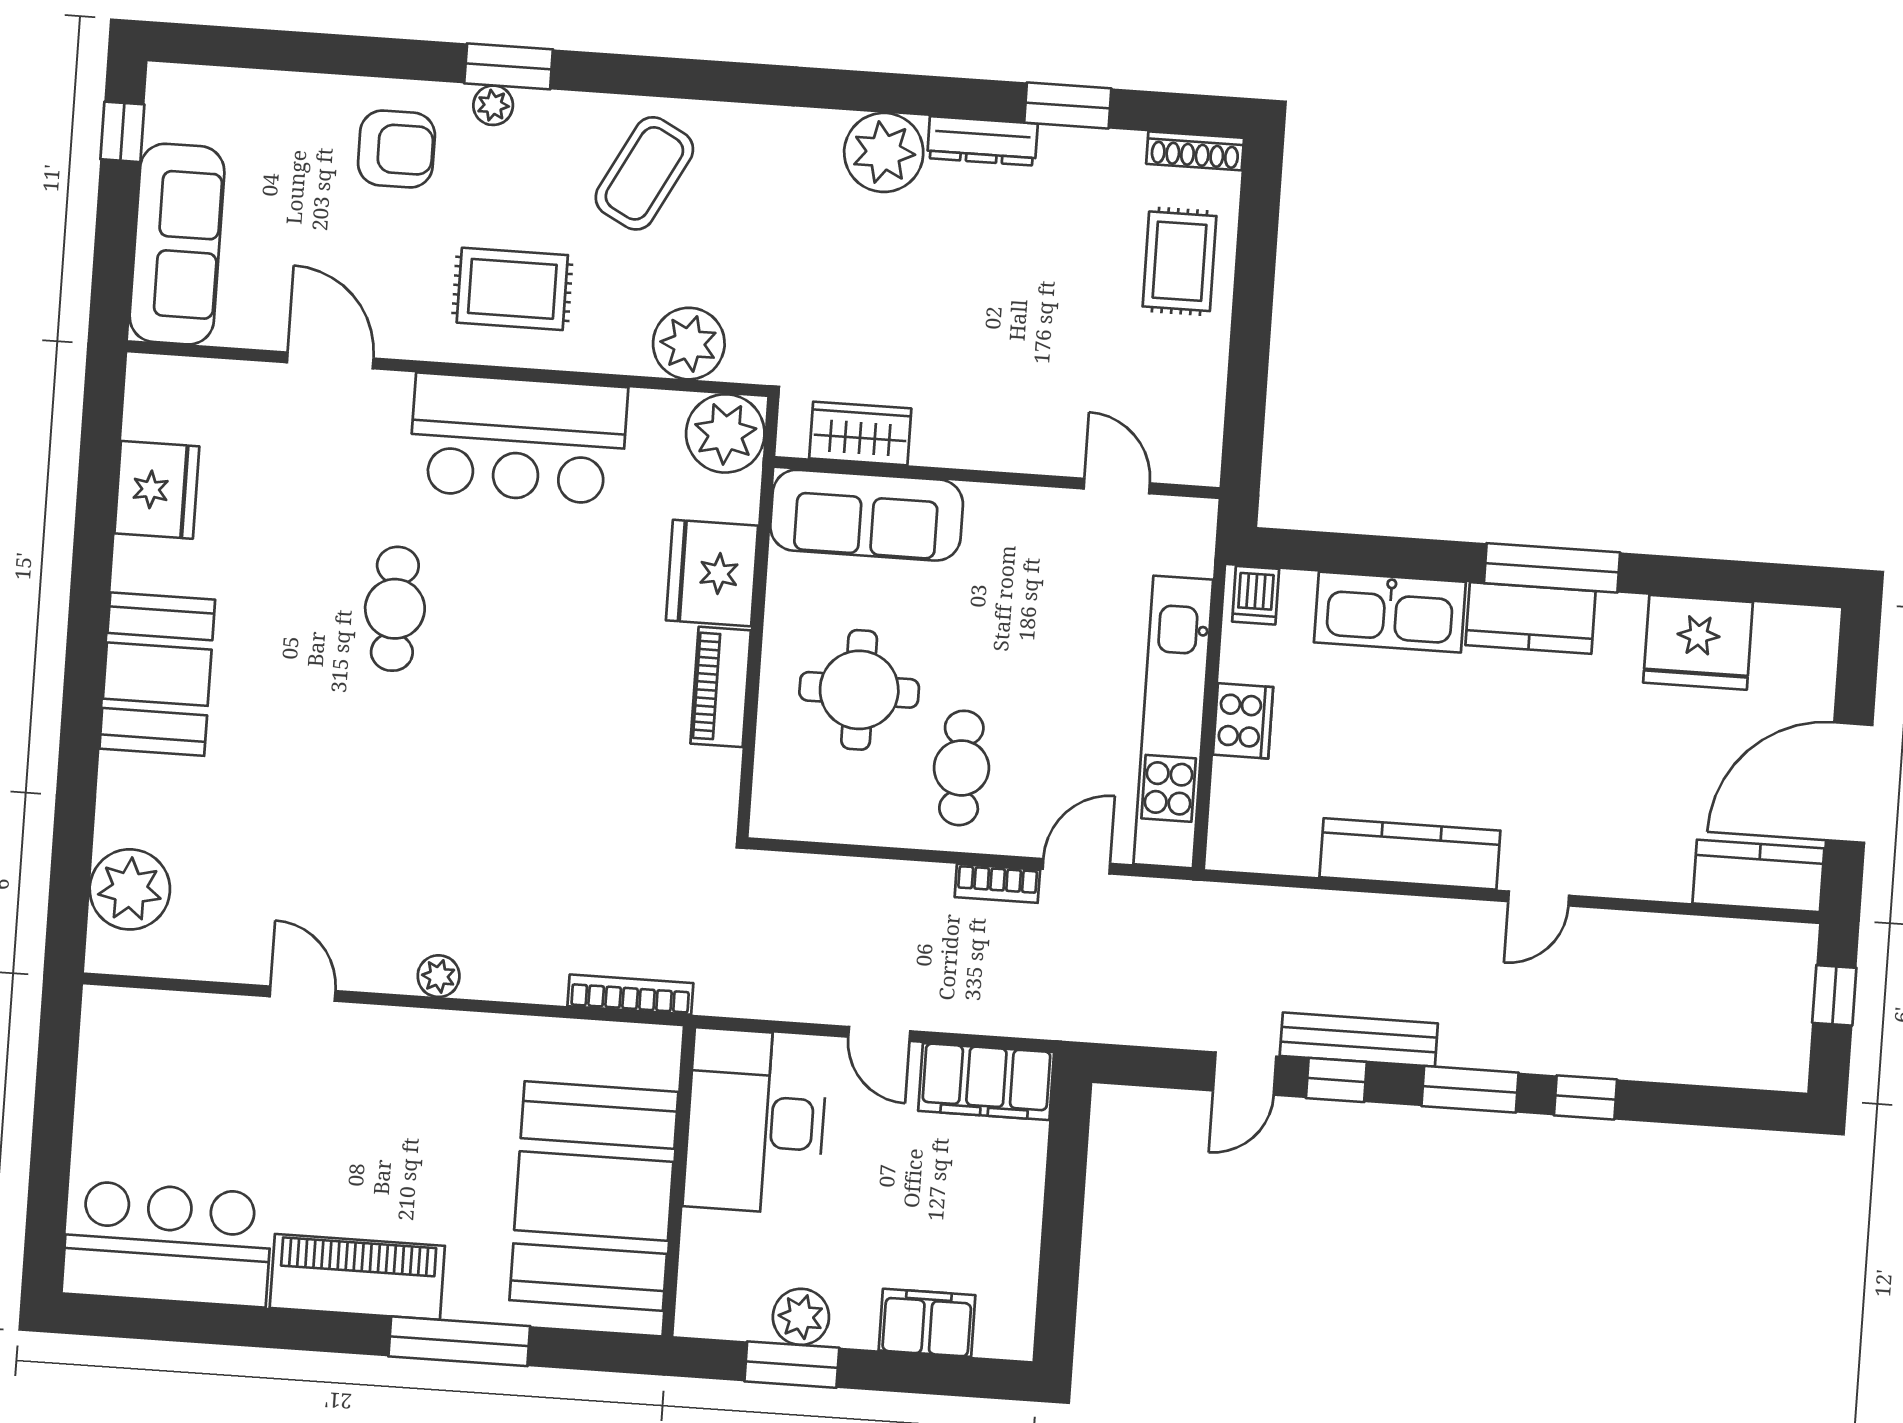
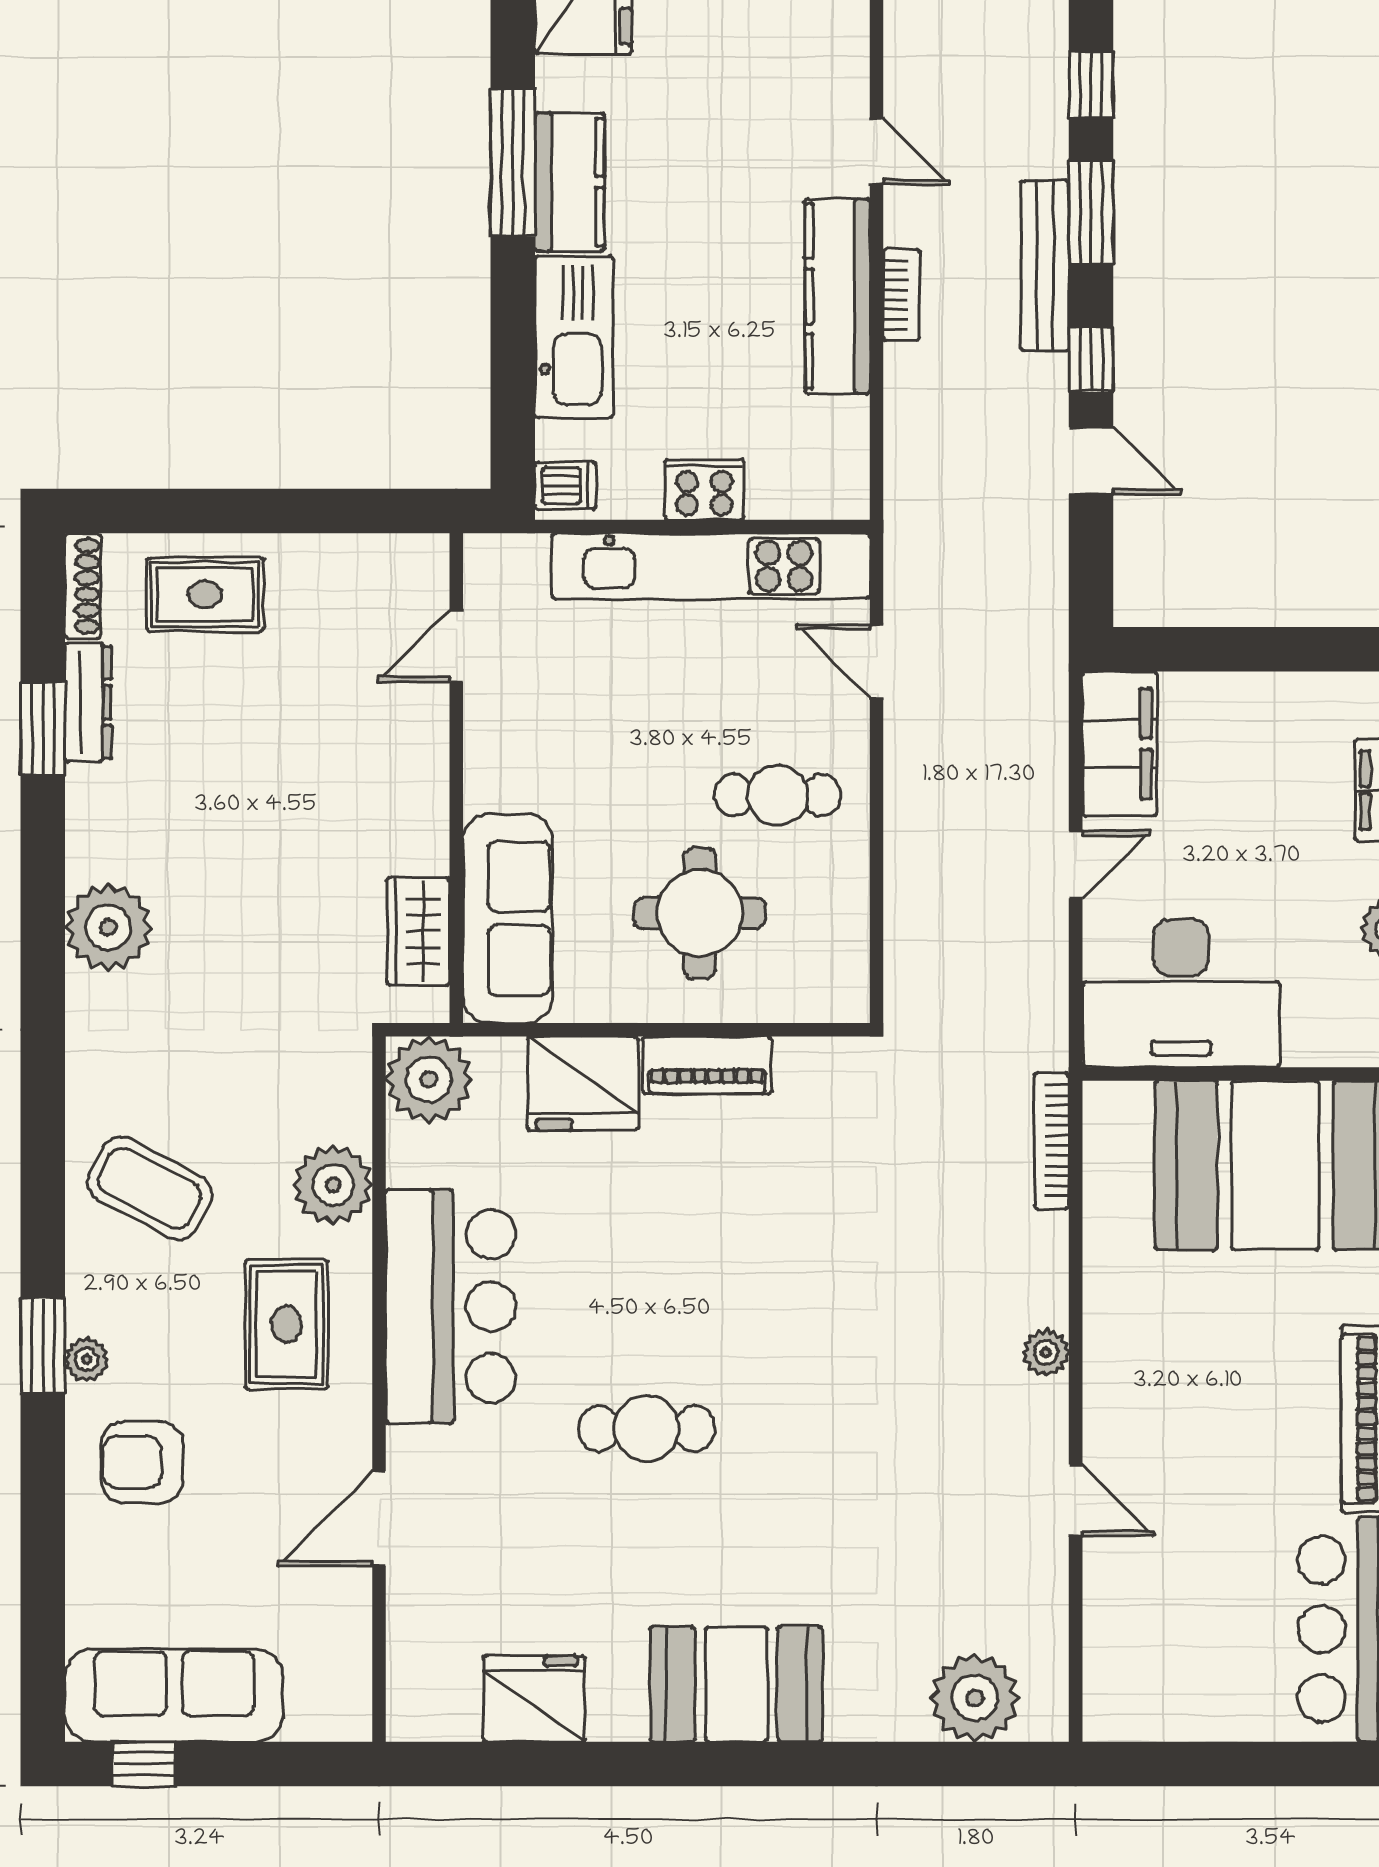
dresser: (982, 141) -> (88, 702), moved
armchair: (396, 149) -> (142, 1462), turned -90
sofa: (177, 244) -> (174, 1696), moved
plant: (689, 344) -> (333, 1185), moved
bookcase: (997, 883) -> (902, 295), moved
door: (303, 994) -> (1076, 1500), swing flipped
bench: (1359, 1040) -> (1045, 266), moved

